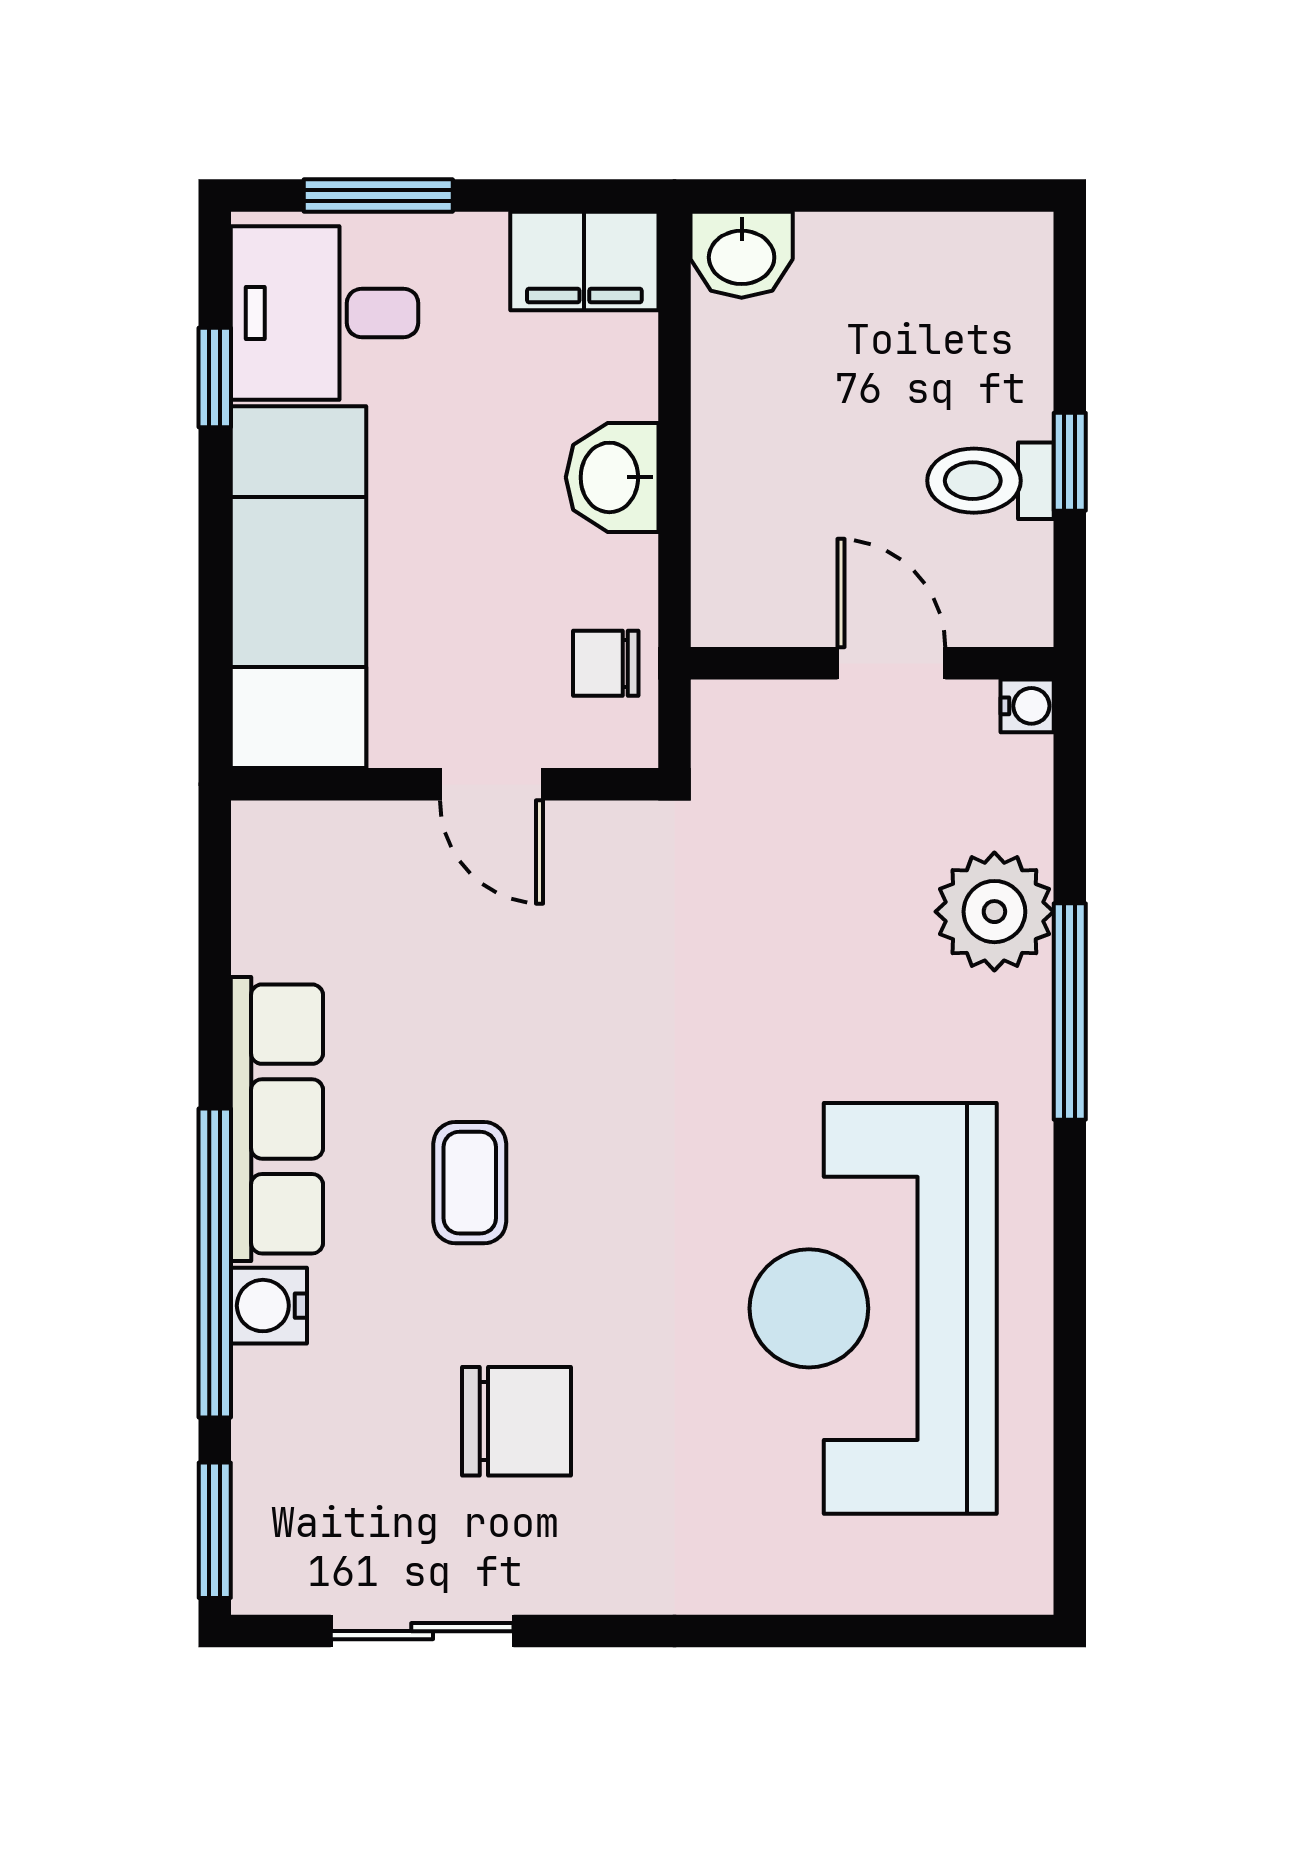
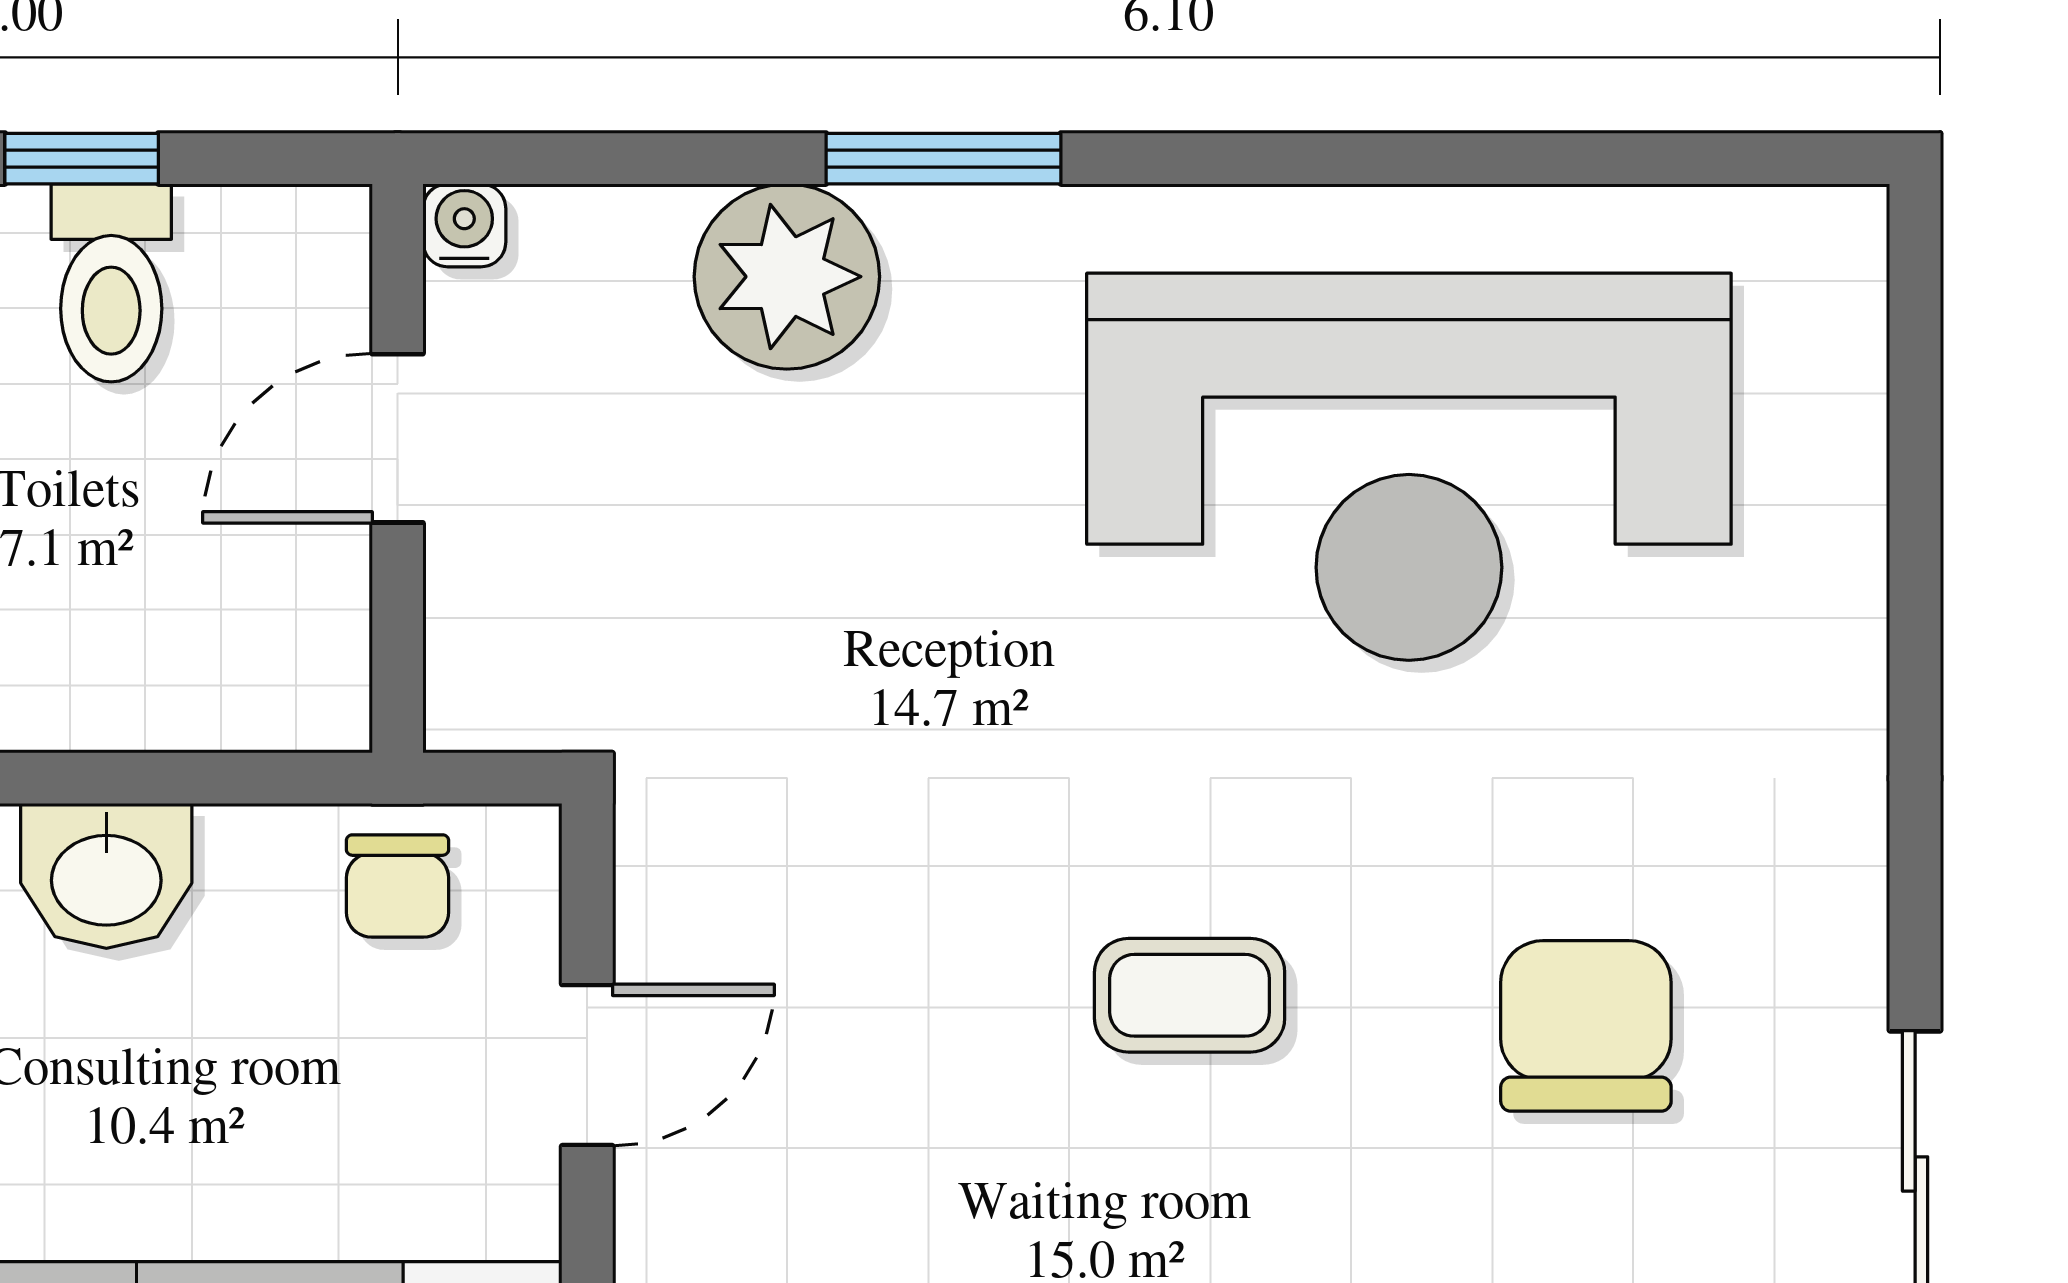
window: (1070, 1011) -> (943, 159), width x0.69
coffee table: (470, 1183) -> (1190, 995), moved

